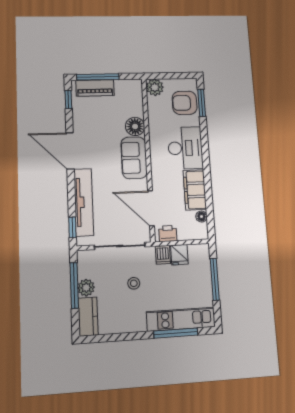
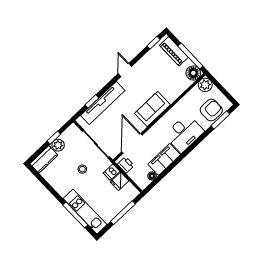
window: (98, 77) -> (190, 56), moved
armchair: (185, 103) -> (211, 110), turned 90
floor lamp: (135, 126) -> (193, 73), moved
door: (70, 151) -> (125, 70), width x0.53
window: (72, 227) -> (92, 101), moved
window: (74, 285) -> (54, 138), width x0.46

